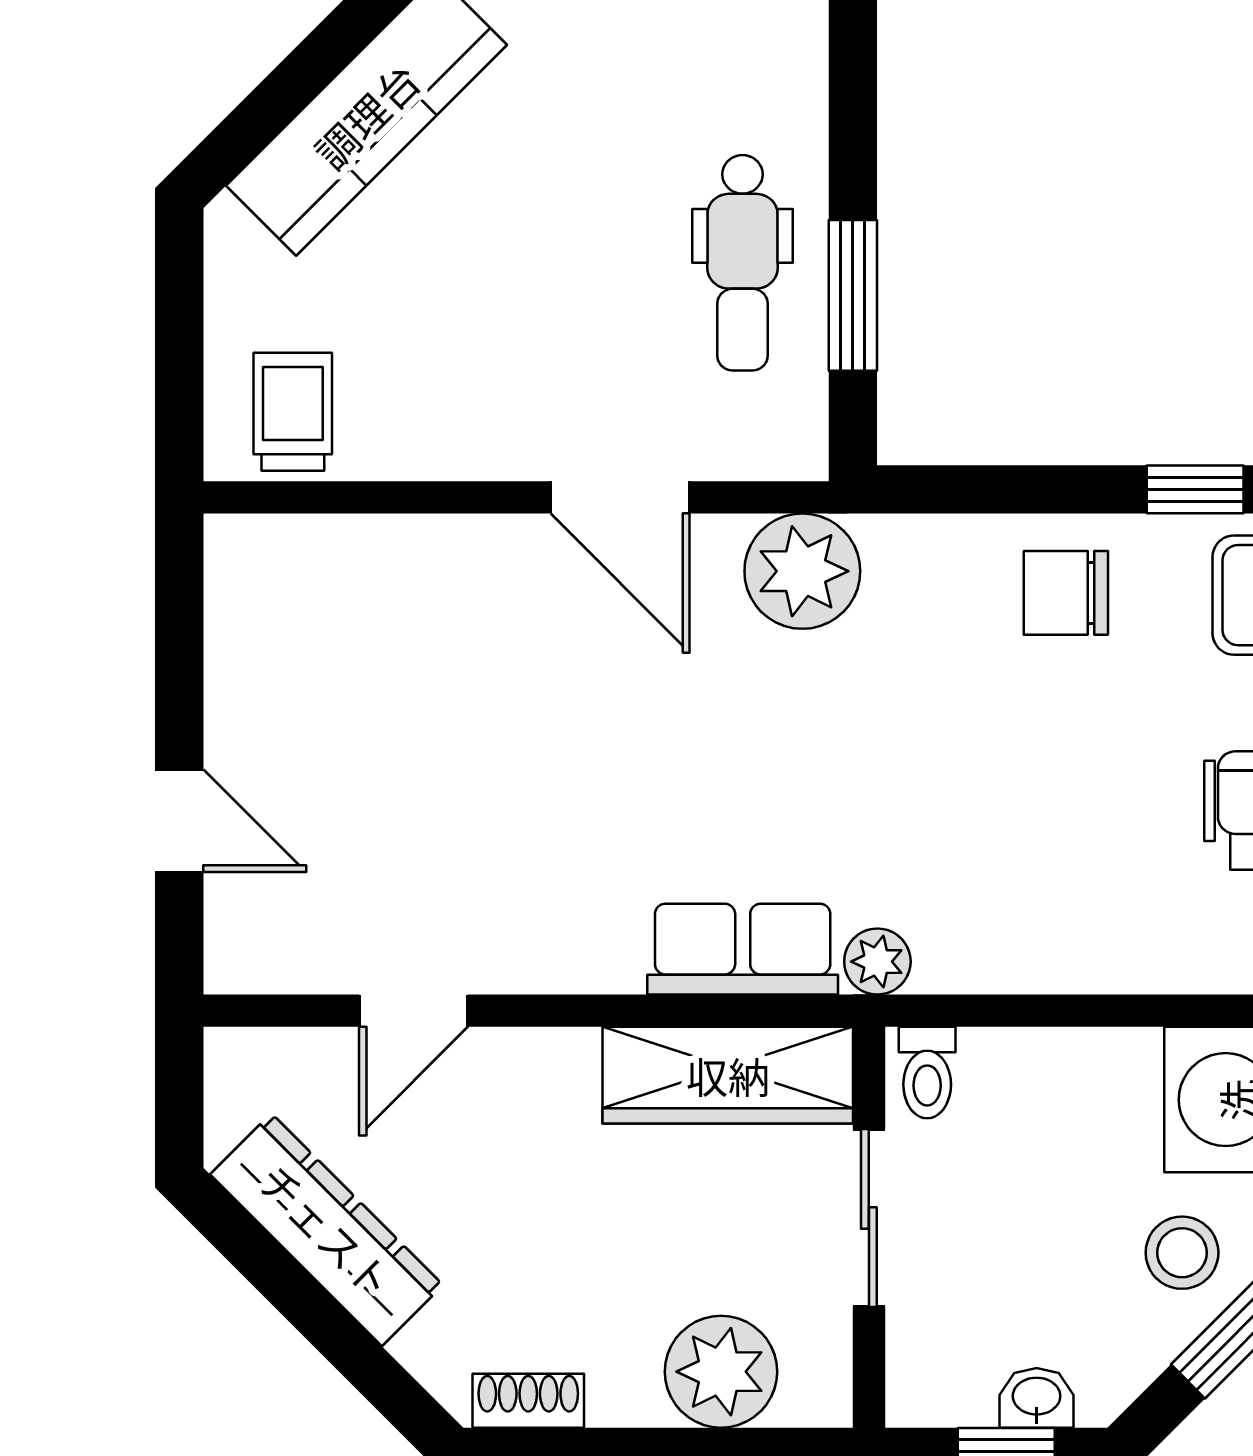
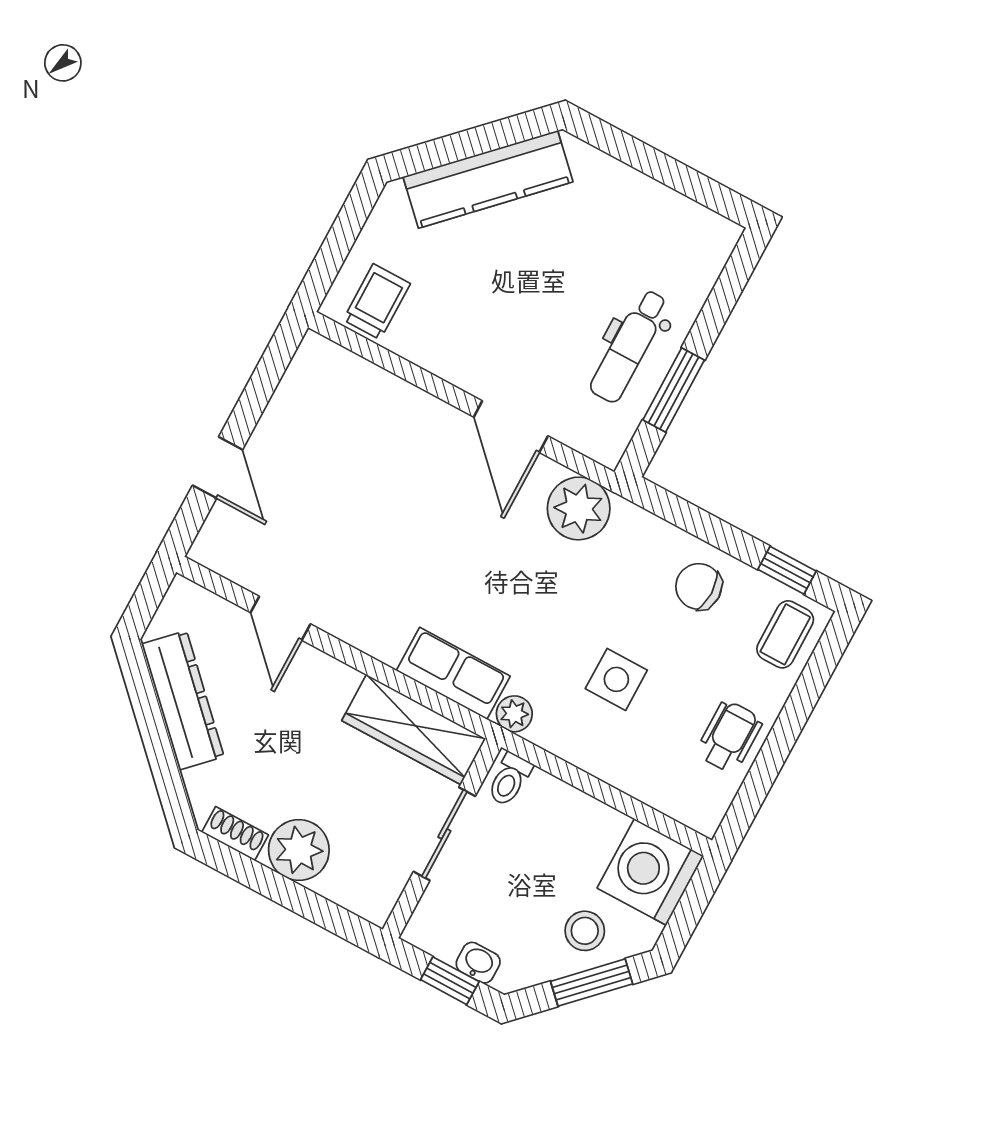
side table: (1013, 816) -> (616, 679), added
door: (414, 1011) -> (281, 618), hinge flipped
plant: (721, 1372) -> (299, 850), moved

